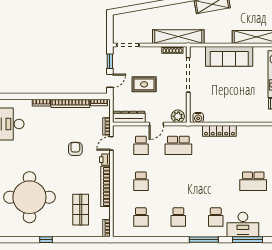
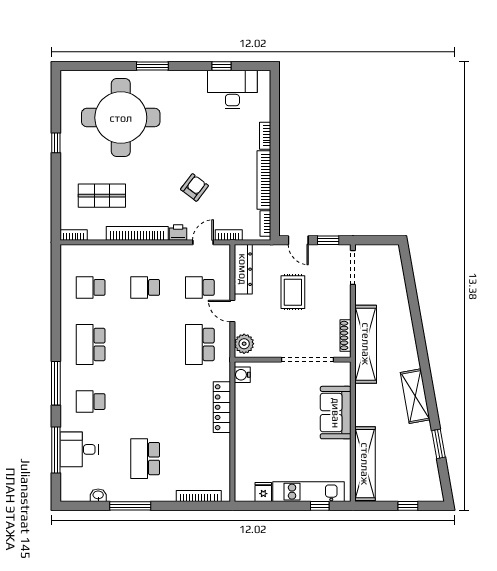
sofa: (229, 56) -> (336, 413), width x0.73
door: (111, 143) -> (203, 242), hinge flipped
armchair: (75, 149) -> (194, 187), turned -53
school desk: (178, 217) -> (91, 345), width x1.85
desk: (243, 225) -> (79, 449), width x0.73

